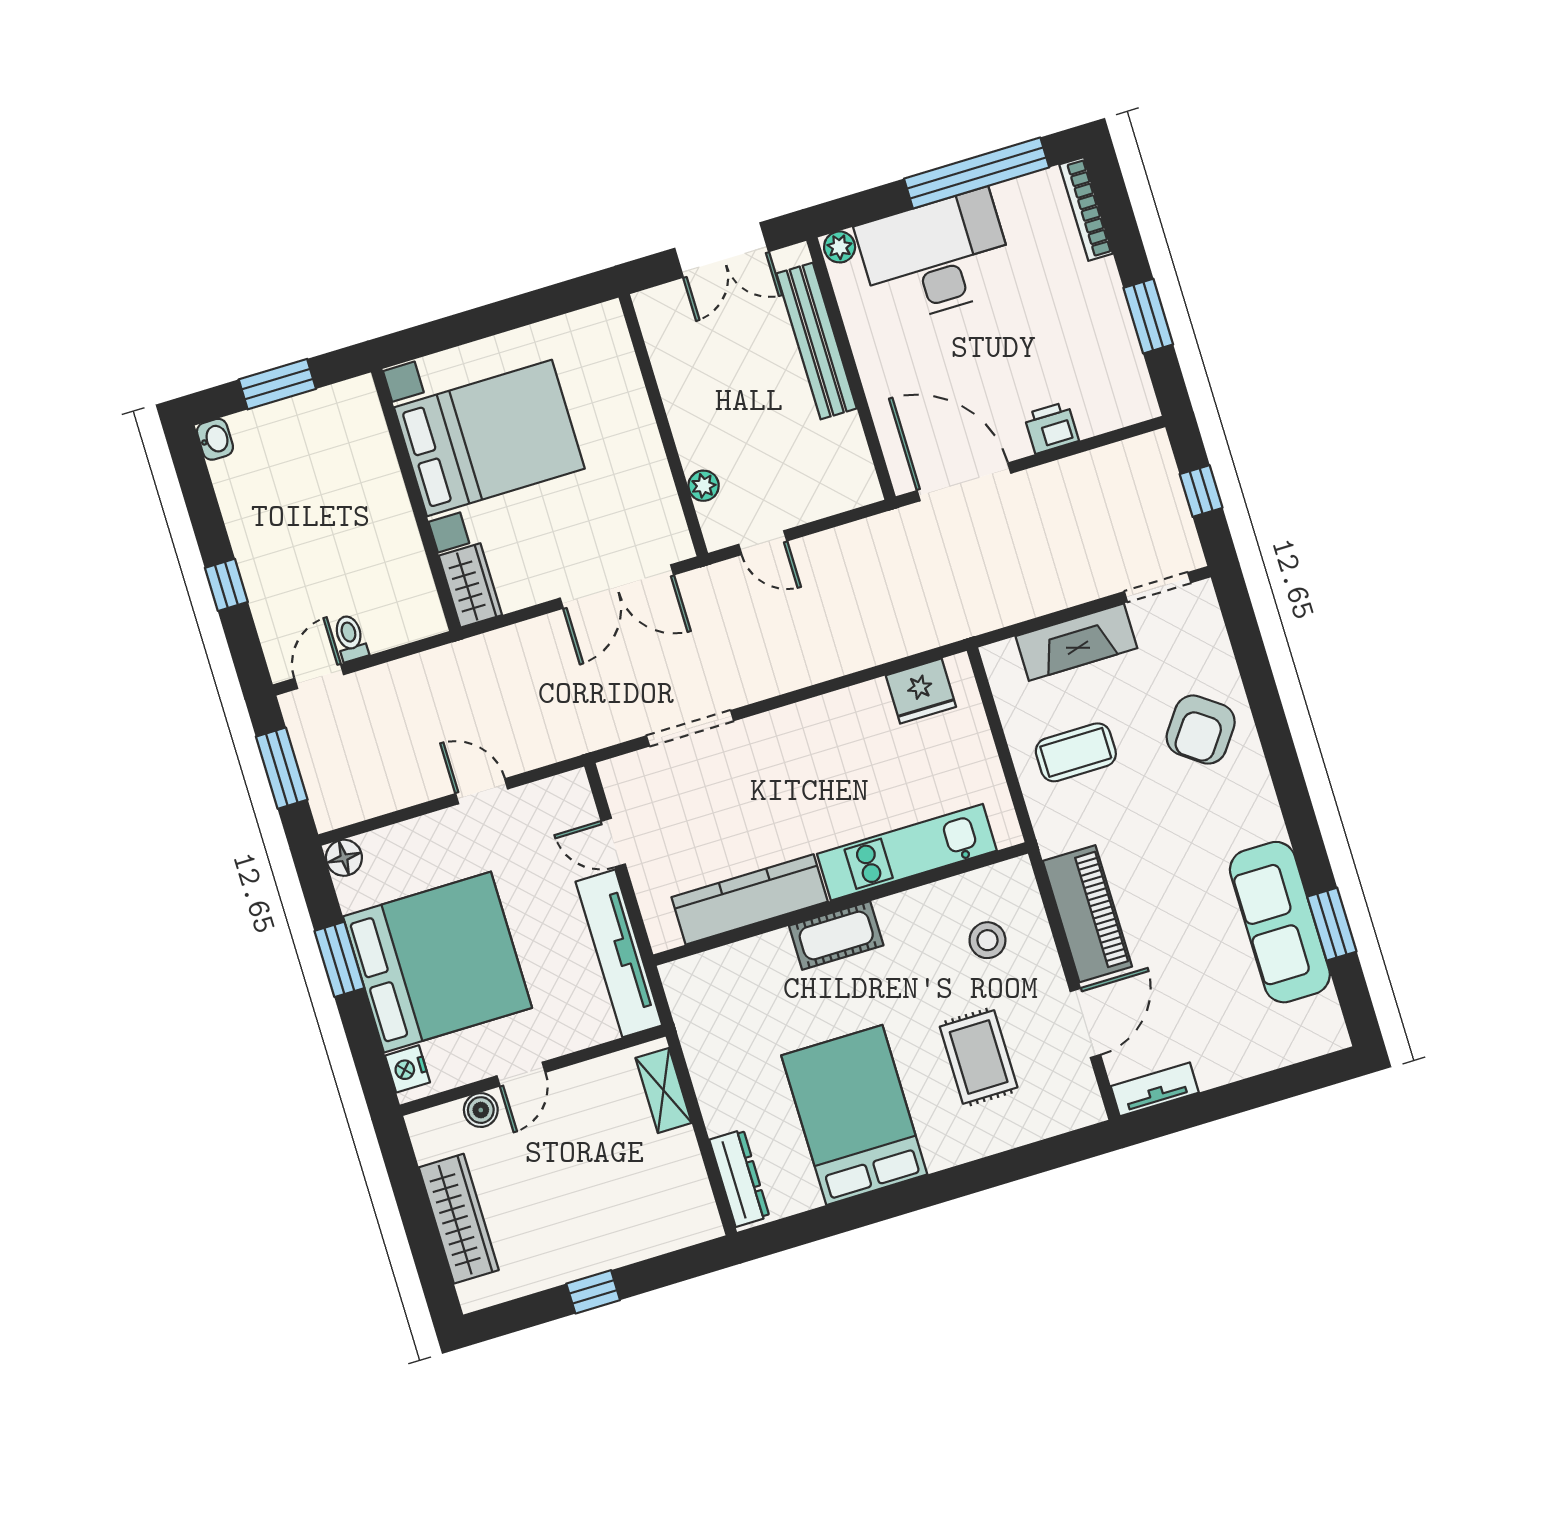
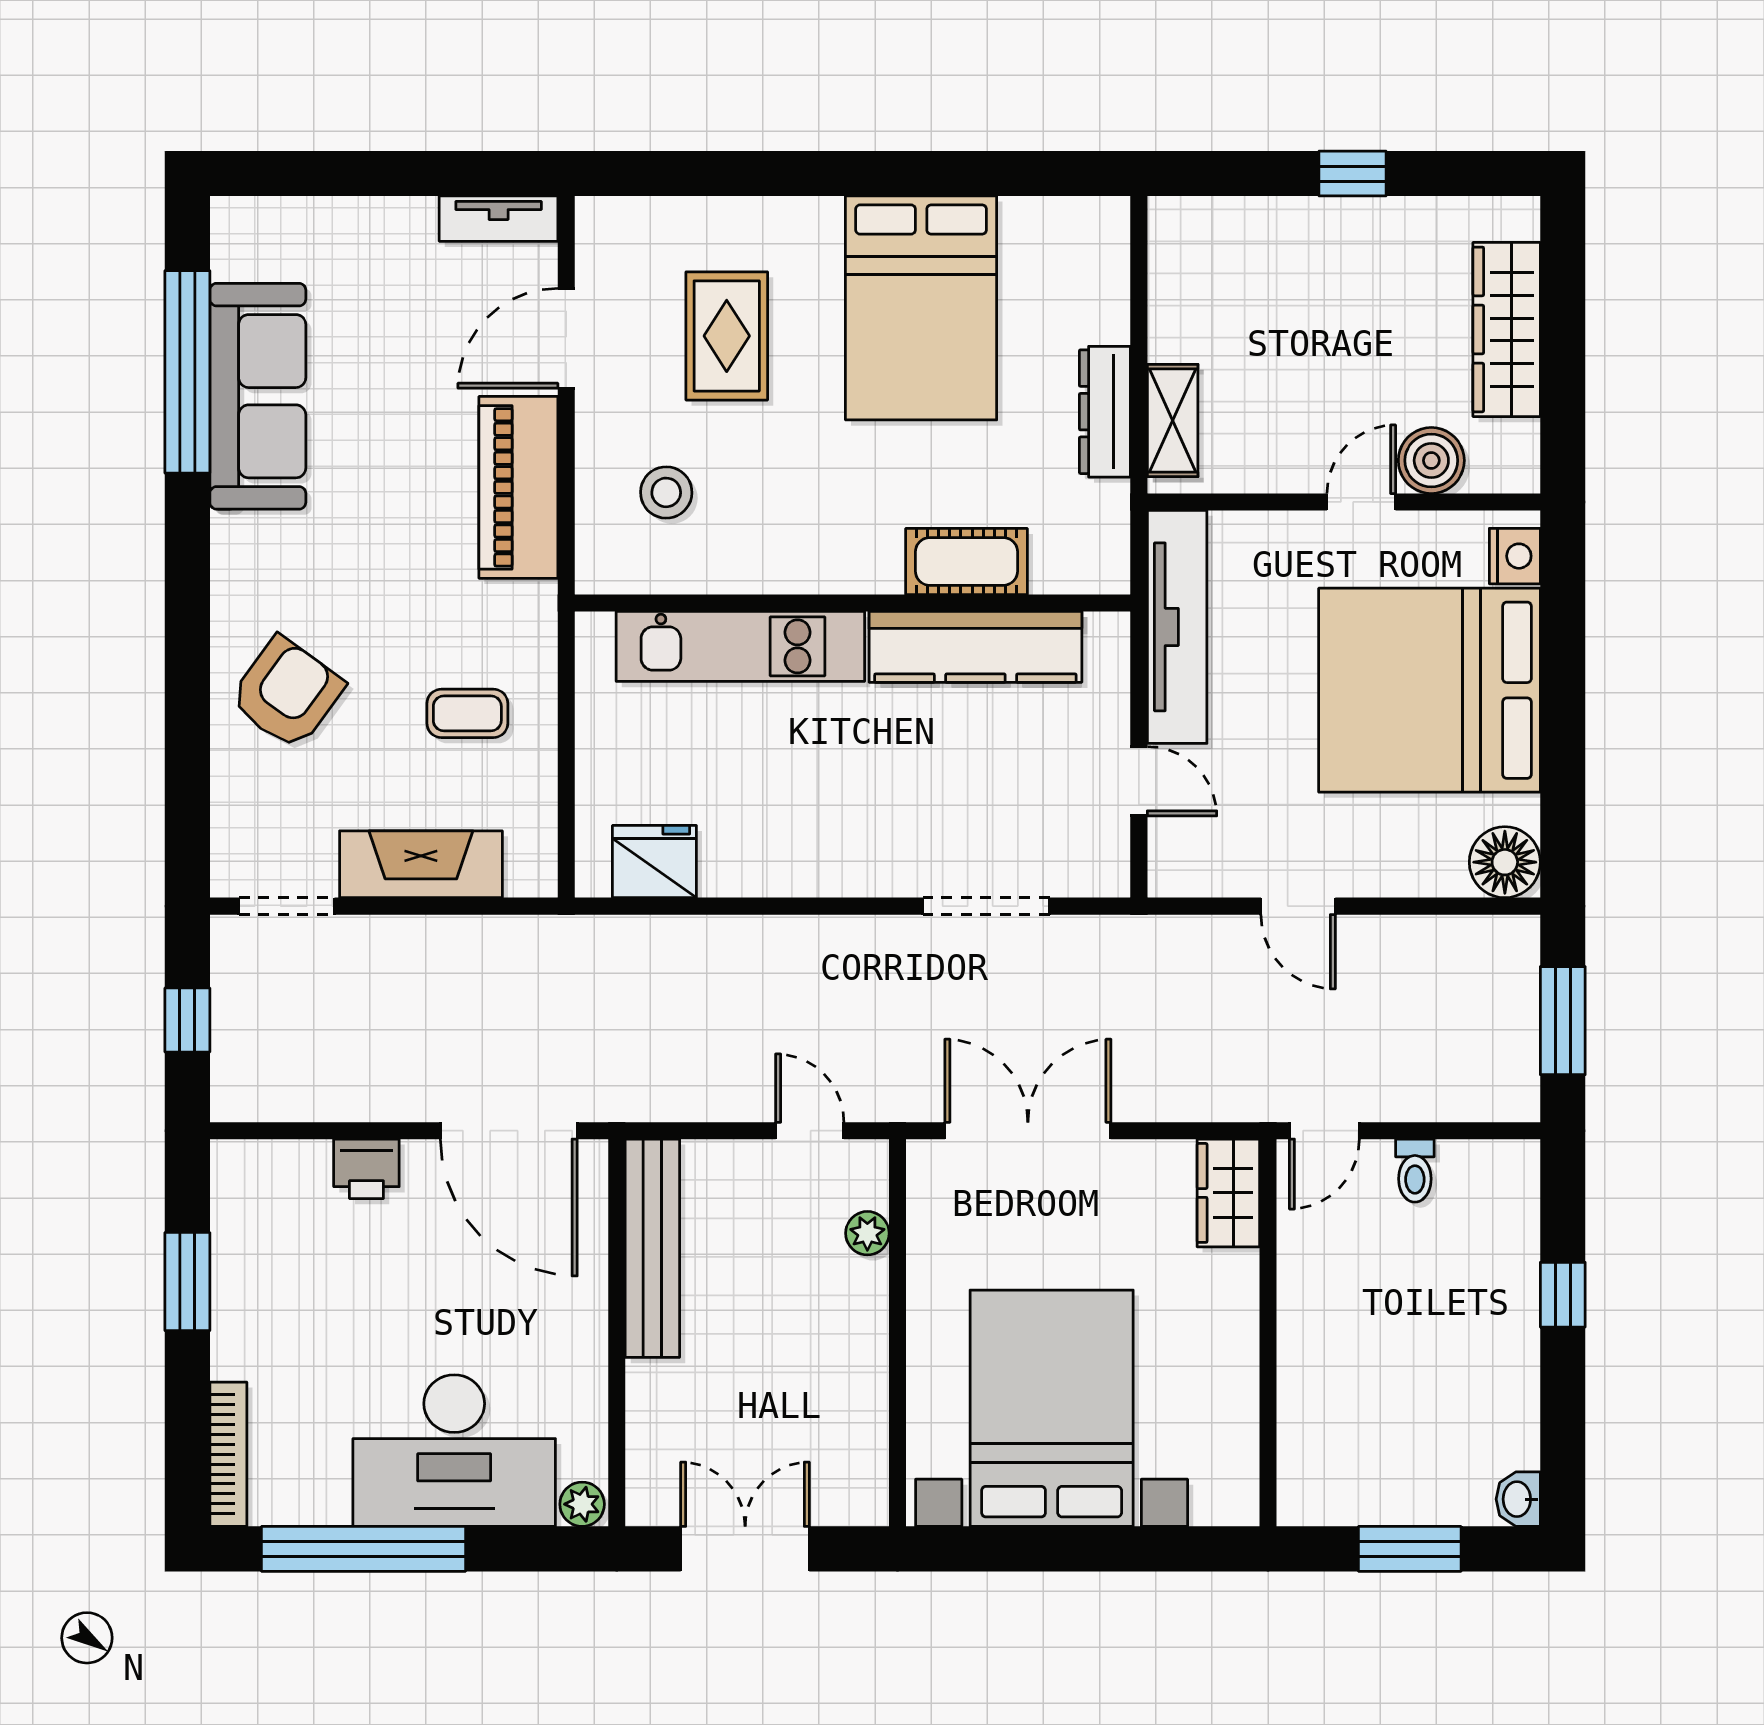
bench: (817, 341) -> (652, 1248), moved
bed with nightstands: (489, 438) -> (1052, 1408), moved, turned 90
door: (319, 677) -> (1324, 1131), moved
coffee table: (1076, 752) -> (467, 713), width x0.73, depth x0.77
floor lamp: (344, 858) -> (1505, 862), width x1.38, depth x1.38
window: (1332, 924) -> (187, 372), width x2.11
cot: (836, 936) -> (966, 561), moved
window: (339, 959) -> (1563, 734), removed
boiler: (481, 1110) -> (1431, 460), width x1.36, depth x1.36
dresser: (739, 1178) -> (1105, 412), moved

